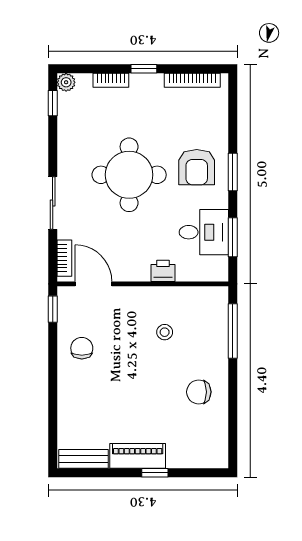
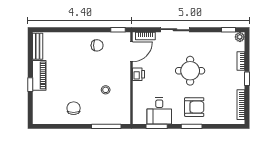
armchair: (197, 167) -> (194, 107), turned 180
round table: (129, 175) -> (190, 71), width x0.73, depth x0.73
printer: (163, 271) -> (139, 74), moved

